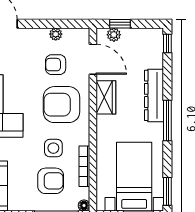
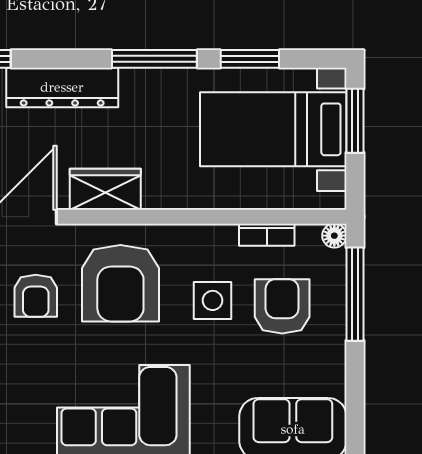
dresser: (154, 95) -> (62, 87), moved
bookcase: (84, 166) -> (267, 235), width x0.64
window: (167, 191) -> (250, 59), moved

